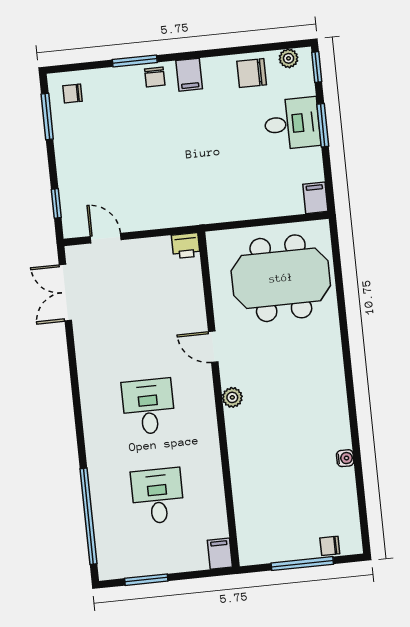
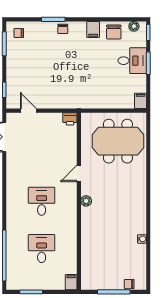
chair: (252, 73) -> (114, 32), turned -90
filing cabinet: (189, 75) -> (93, 29), moved
door: (213, 347) -> (79, 173), hinge flipped

